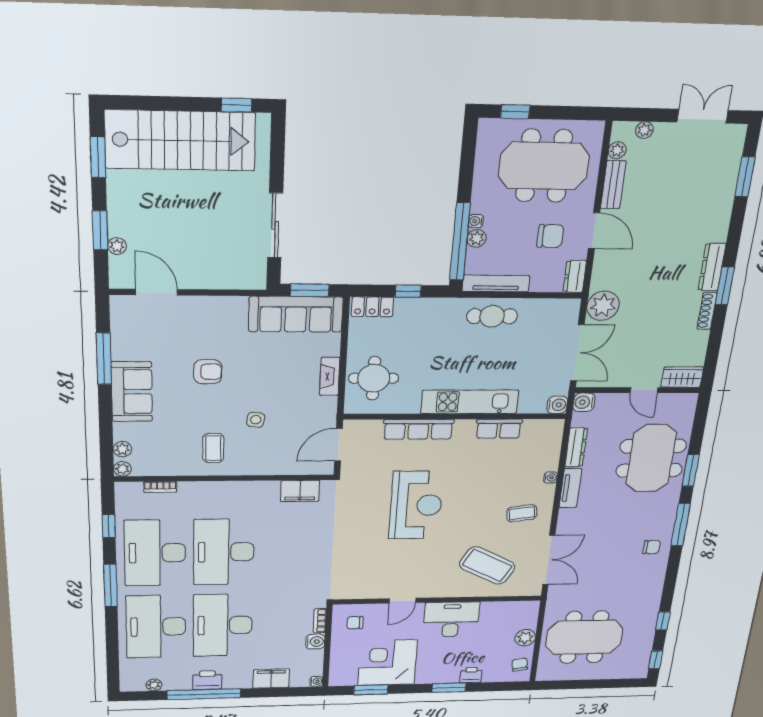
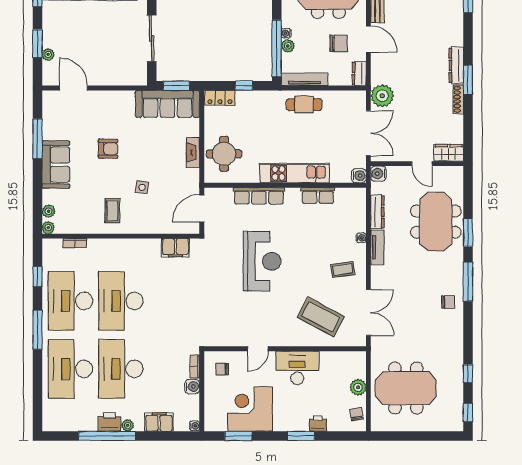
plant: (154, 685) -> (128, 425), moved

